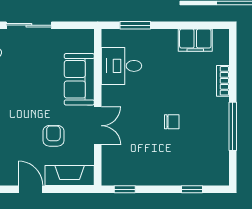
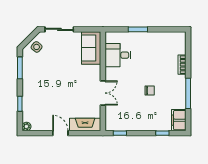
window: (135, 25) -> (138, 29), moved
filing cabinet: (195, 40) -> (179, 120), moved, turned 90
sofa: (79, 79) -> (91, 48), moved
armchair: (53, 136) -> (75, 99), removed

